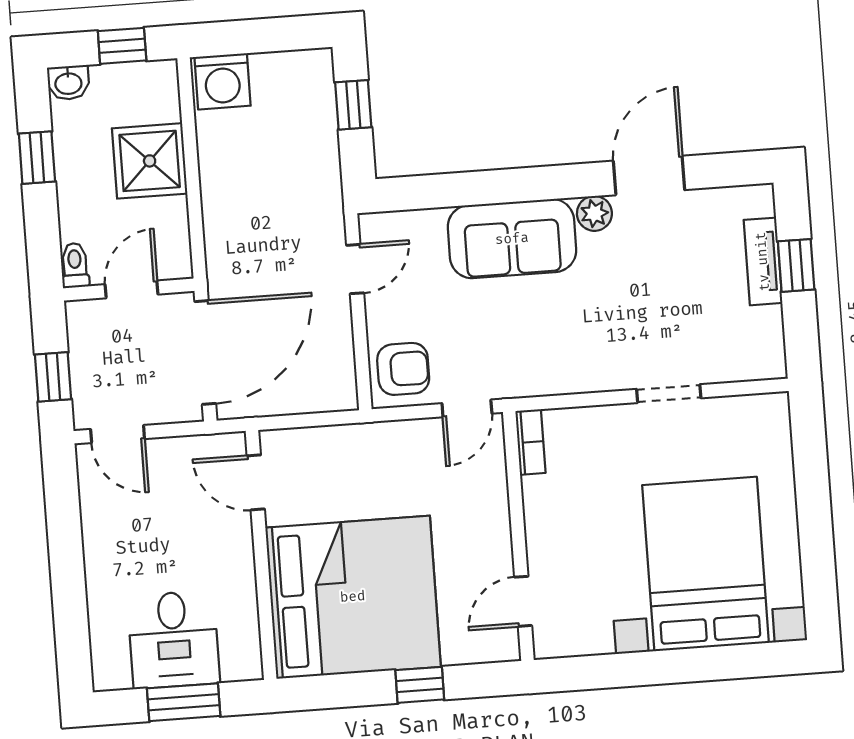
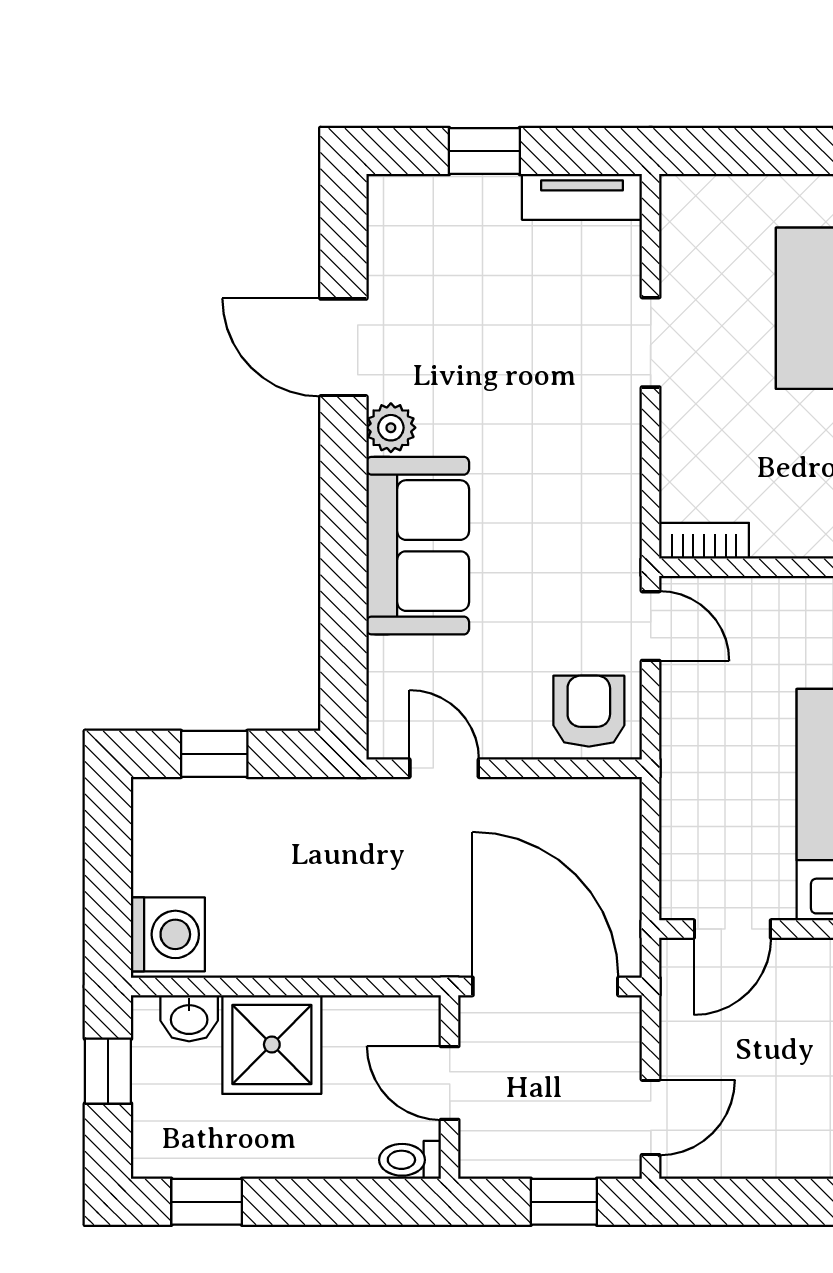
washbasin: (68, 83) -> (189, 1018), moved, turned 90
window: (37, 158) -> (207, 1202), moved
tv unit: (763, 261) -> (582, 197), moved

